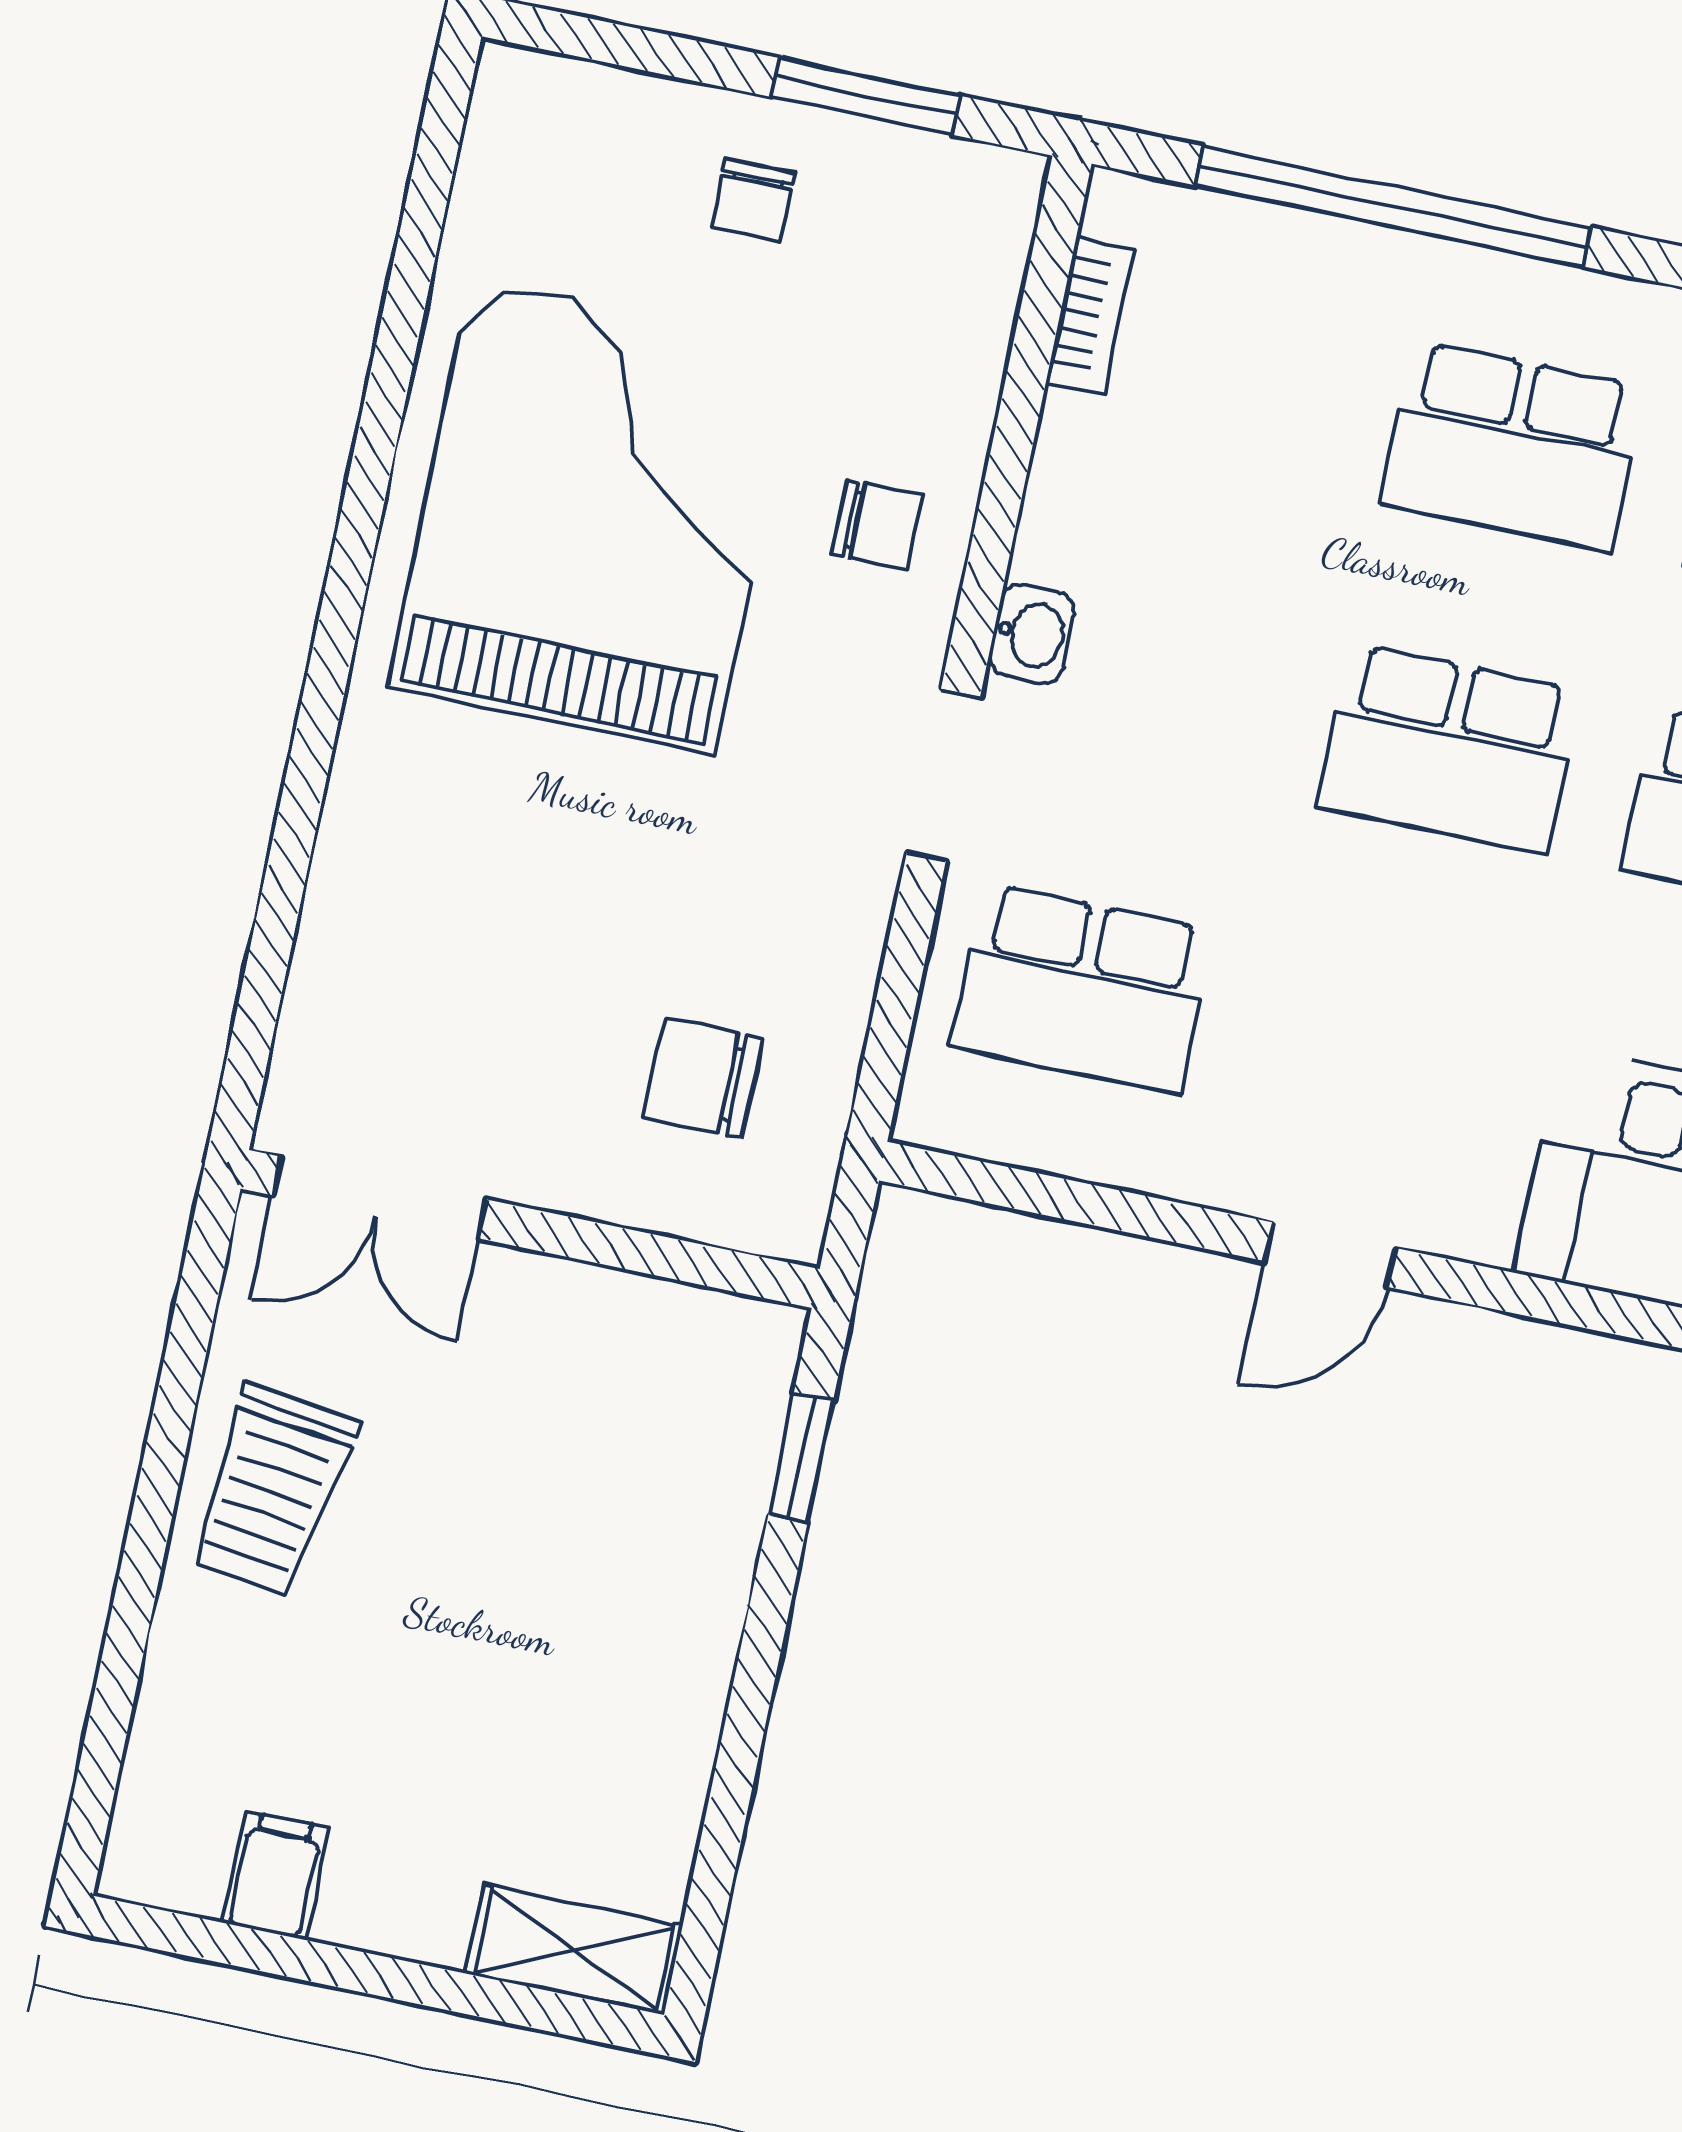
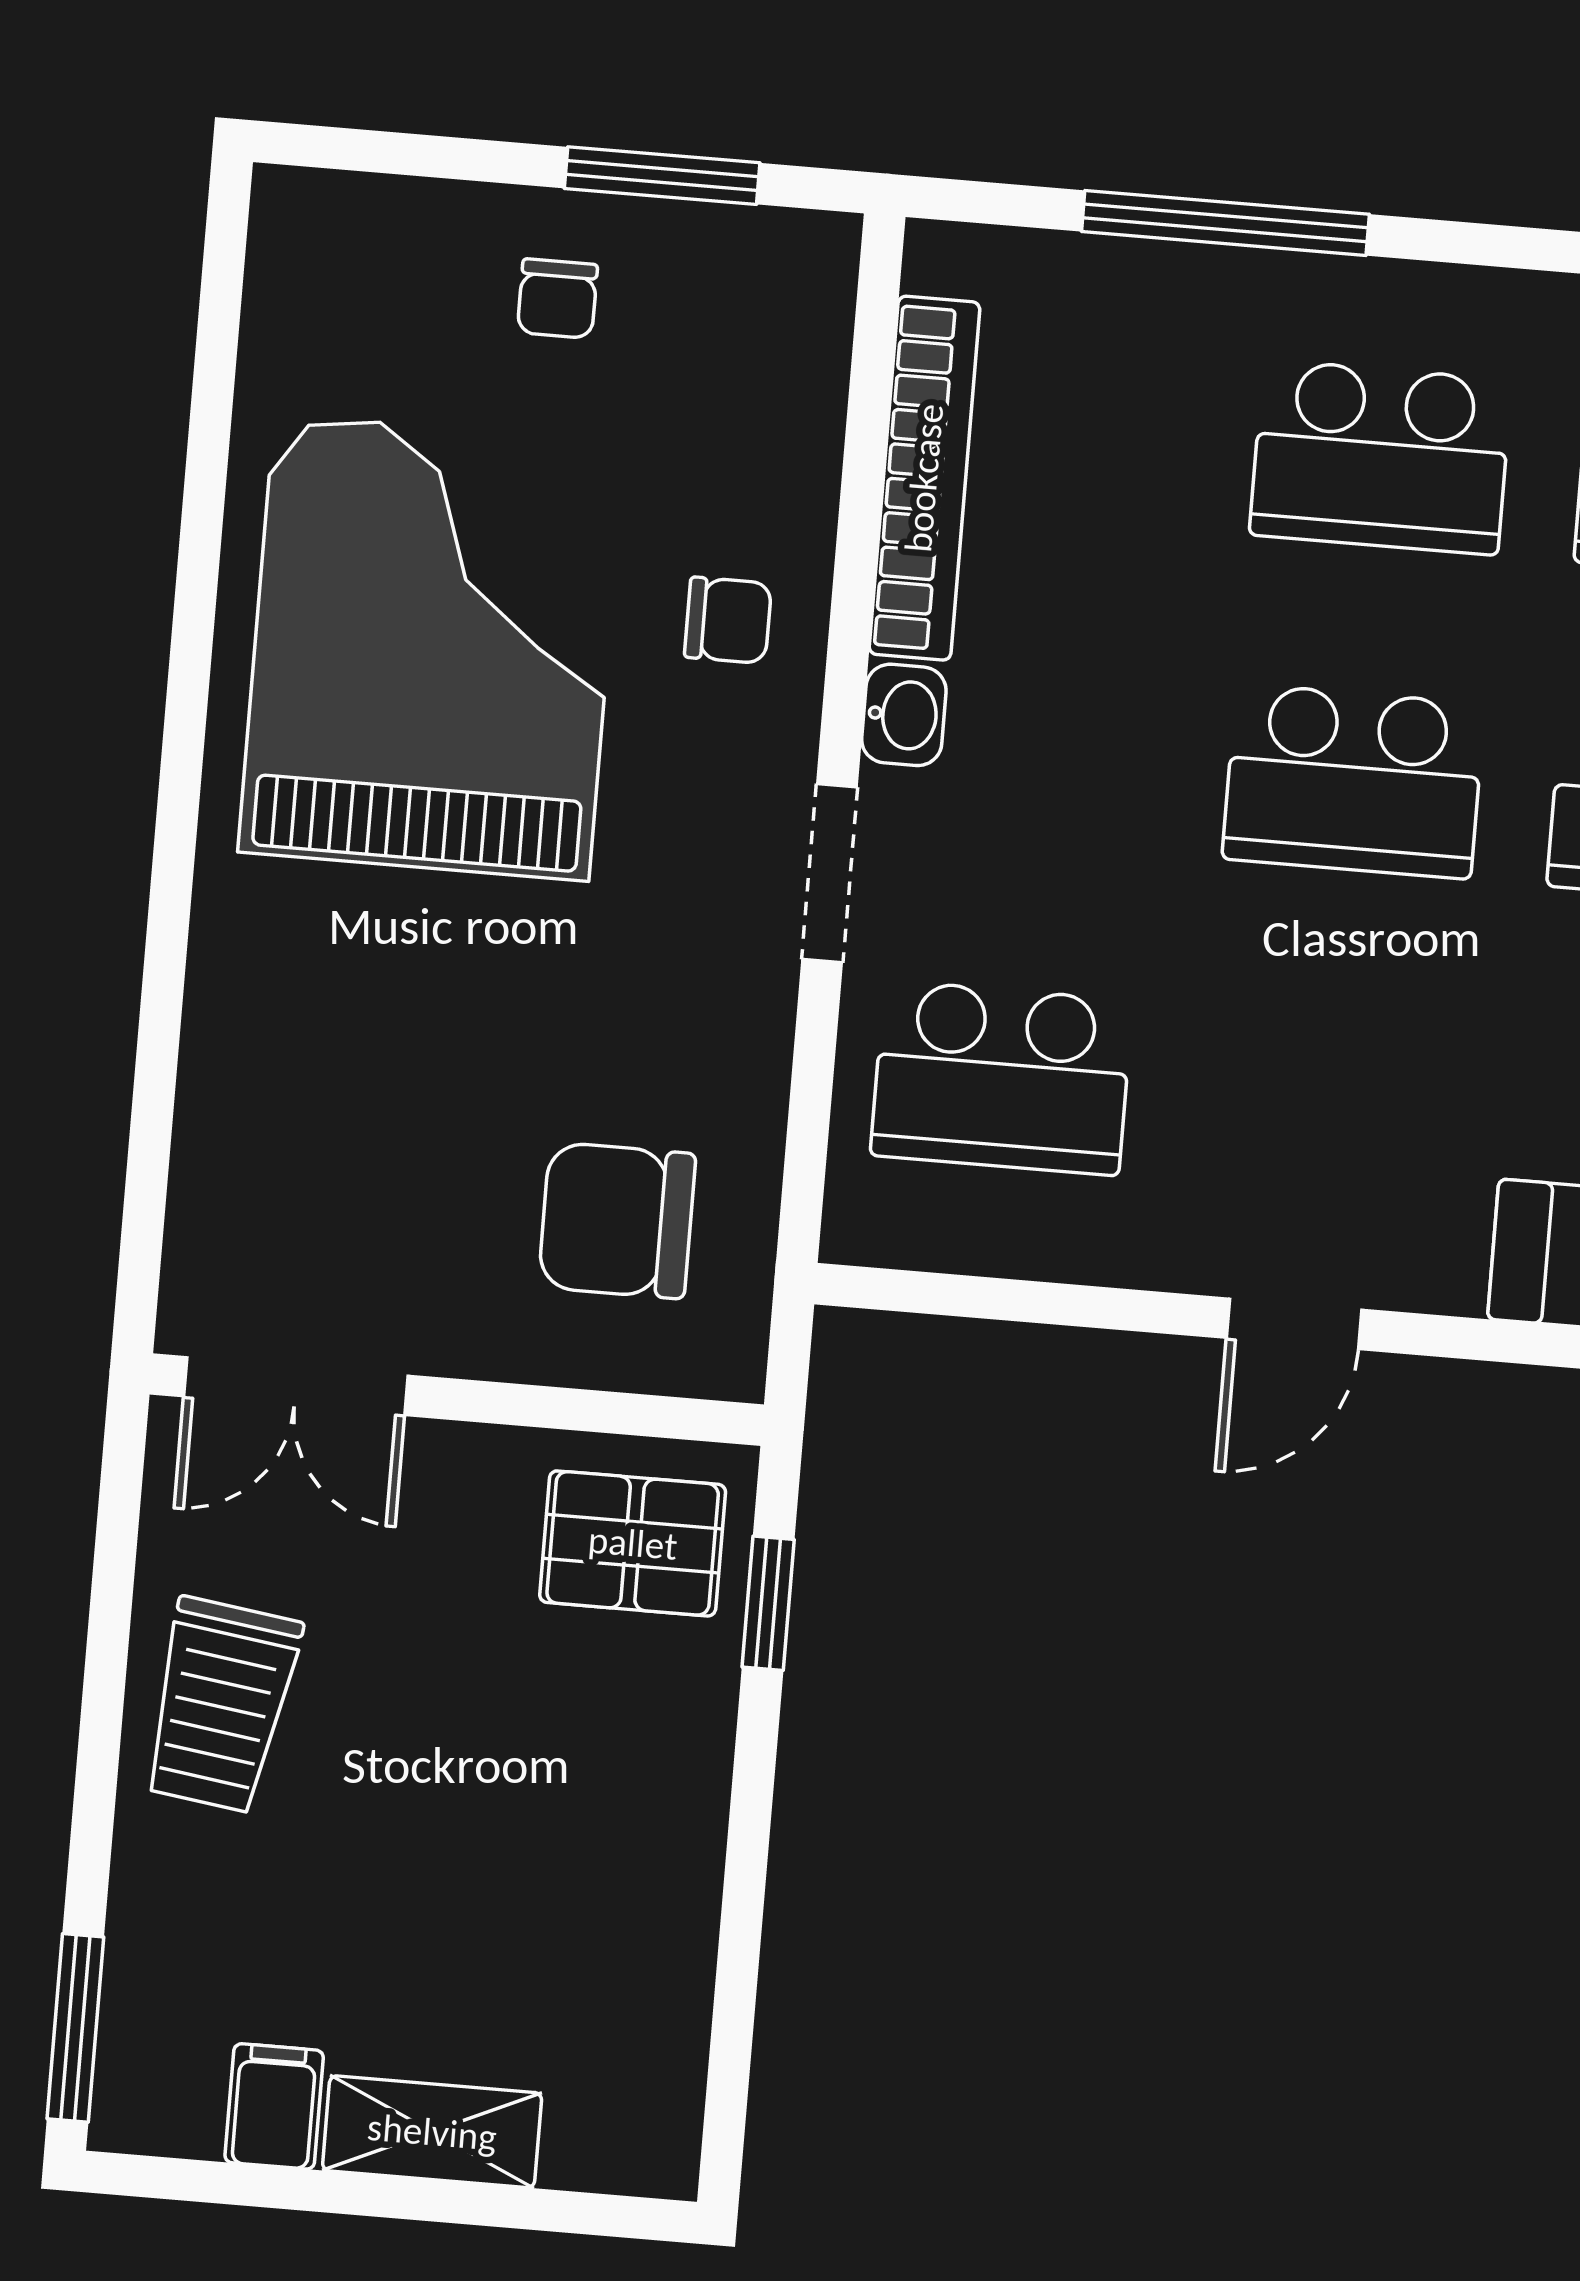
window: (1393, 206) -> (1225, 223), width x0.68
bookcase: (1090, 316) -> (924, 478), width x2.31, depth x1.31
chair: (702, 1078) -> (617, 1220), width x1.37, depth x1.37
pallet: (680, 1385) -> (633, 1543), added
window: (97, 1778) -> (75, 2028), added
shelving: (574, 1950) -> (432, 2132), moved

